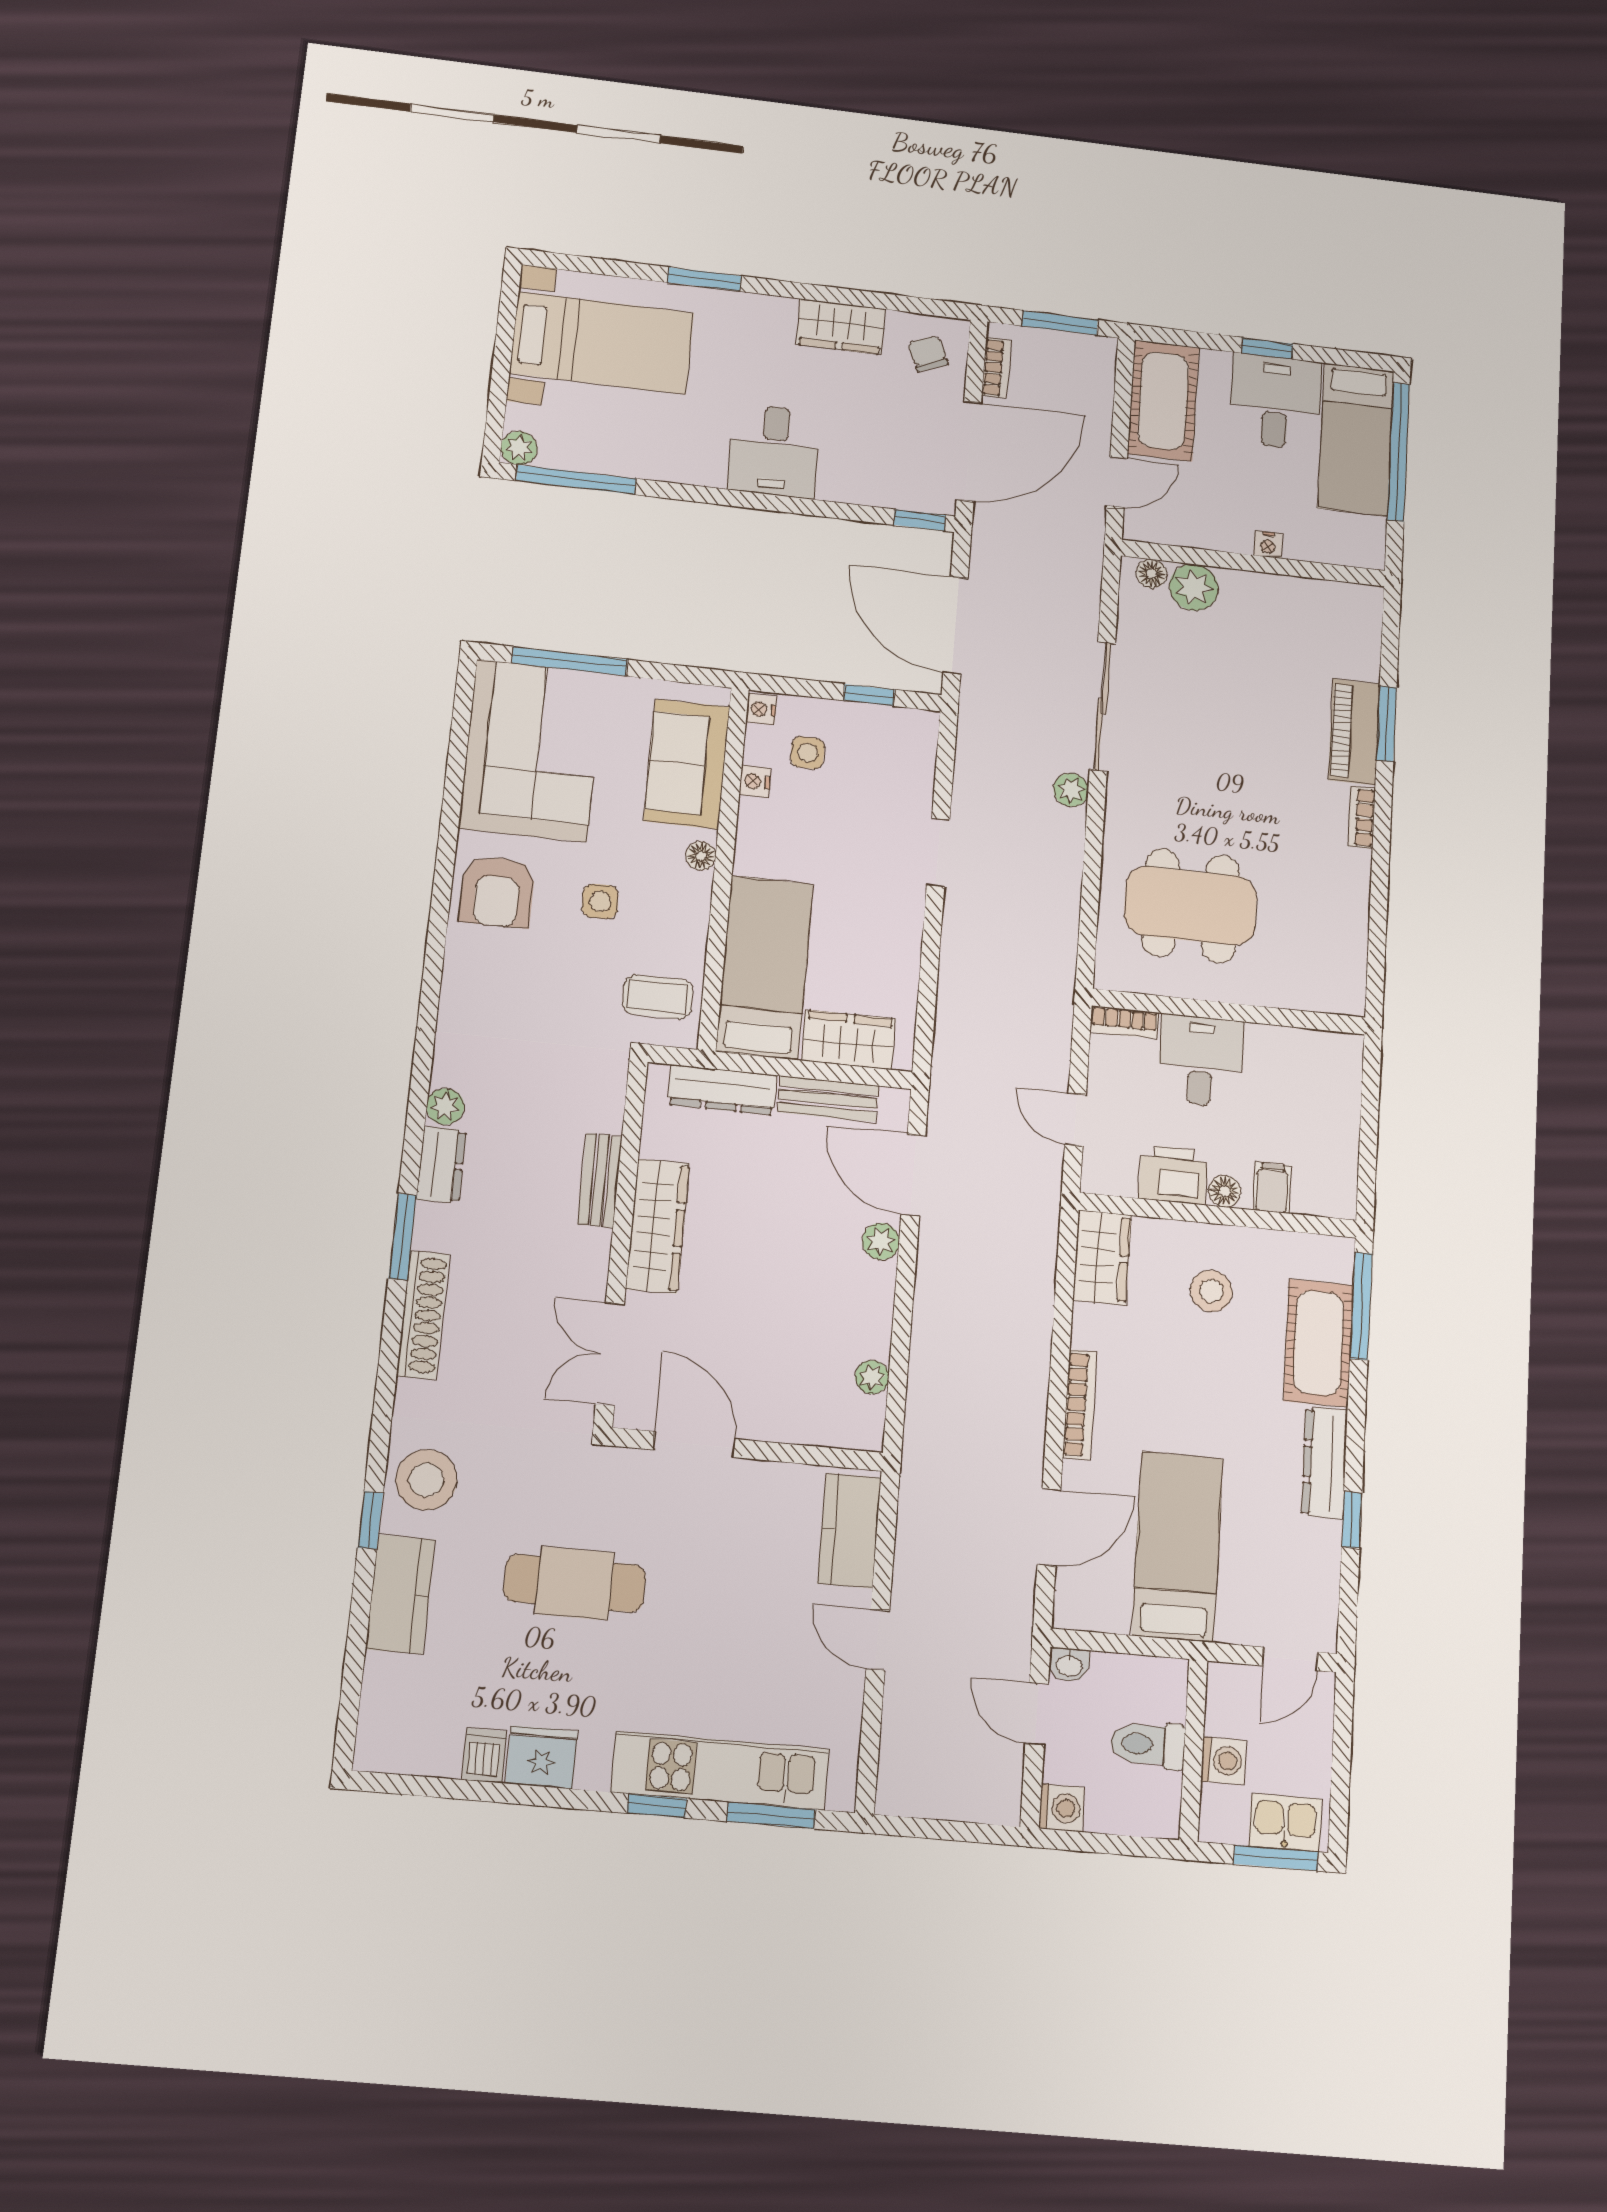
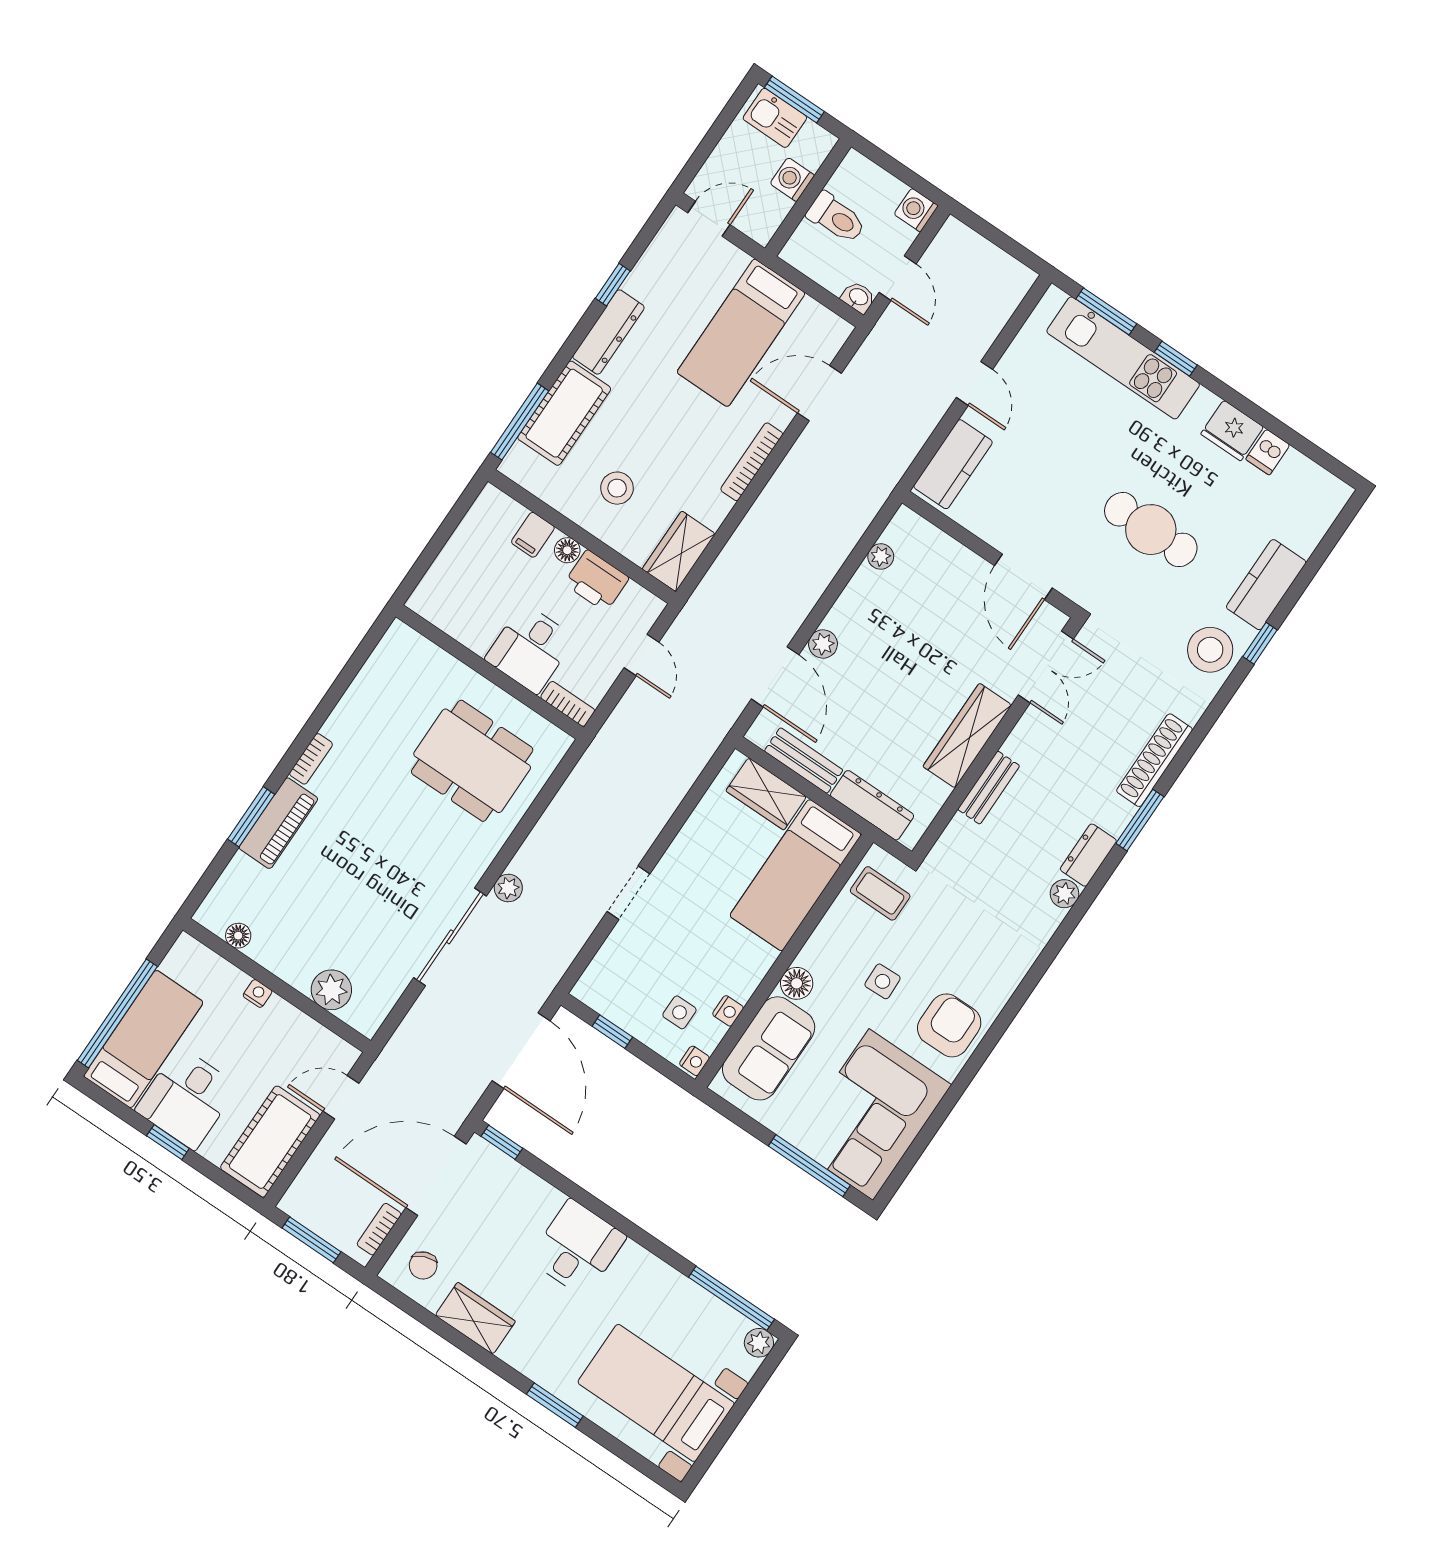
floor lamp: (1151, 574) -> (238, 936), moved
floor lamp: (701, 856) -> (797, 983), width x1.37, depth x1.37

